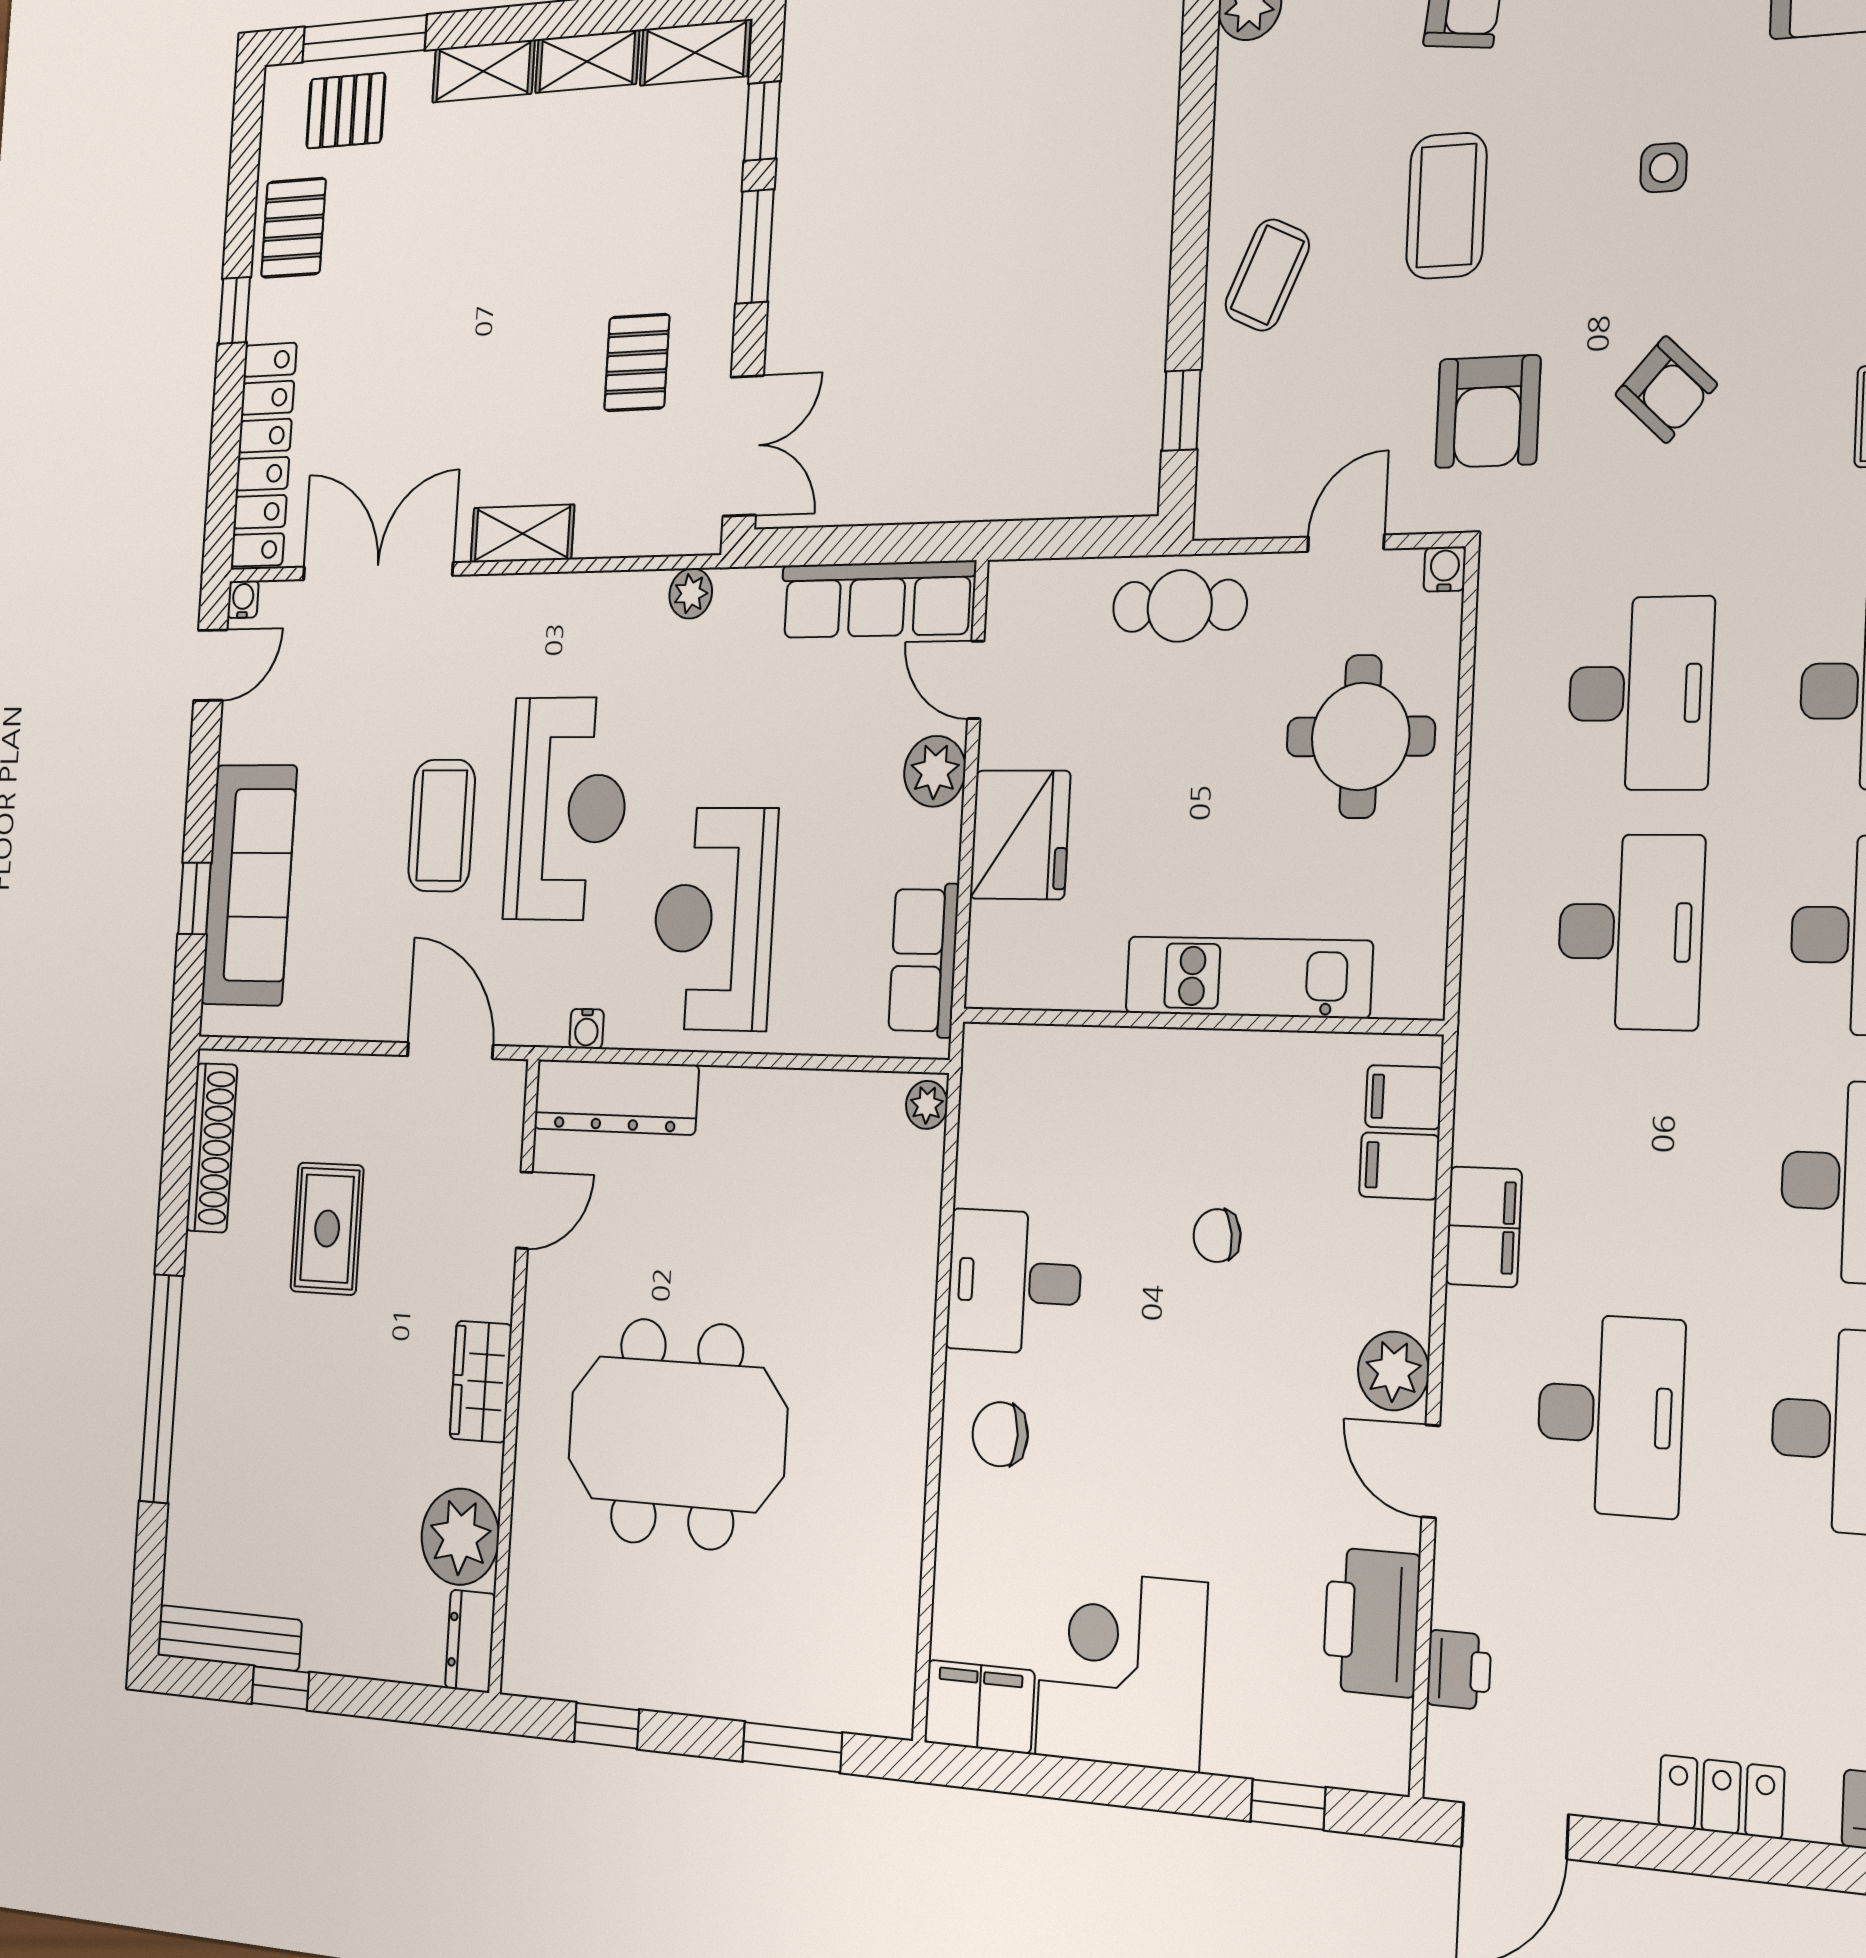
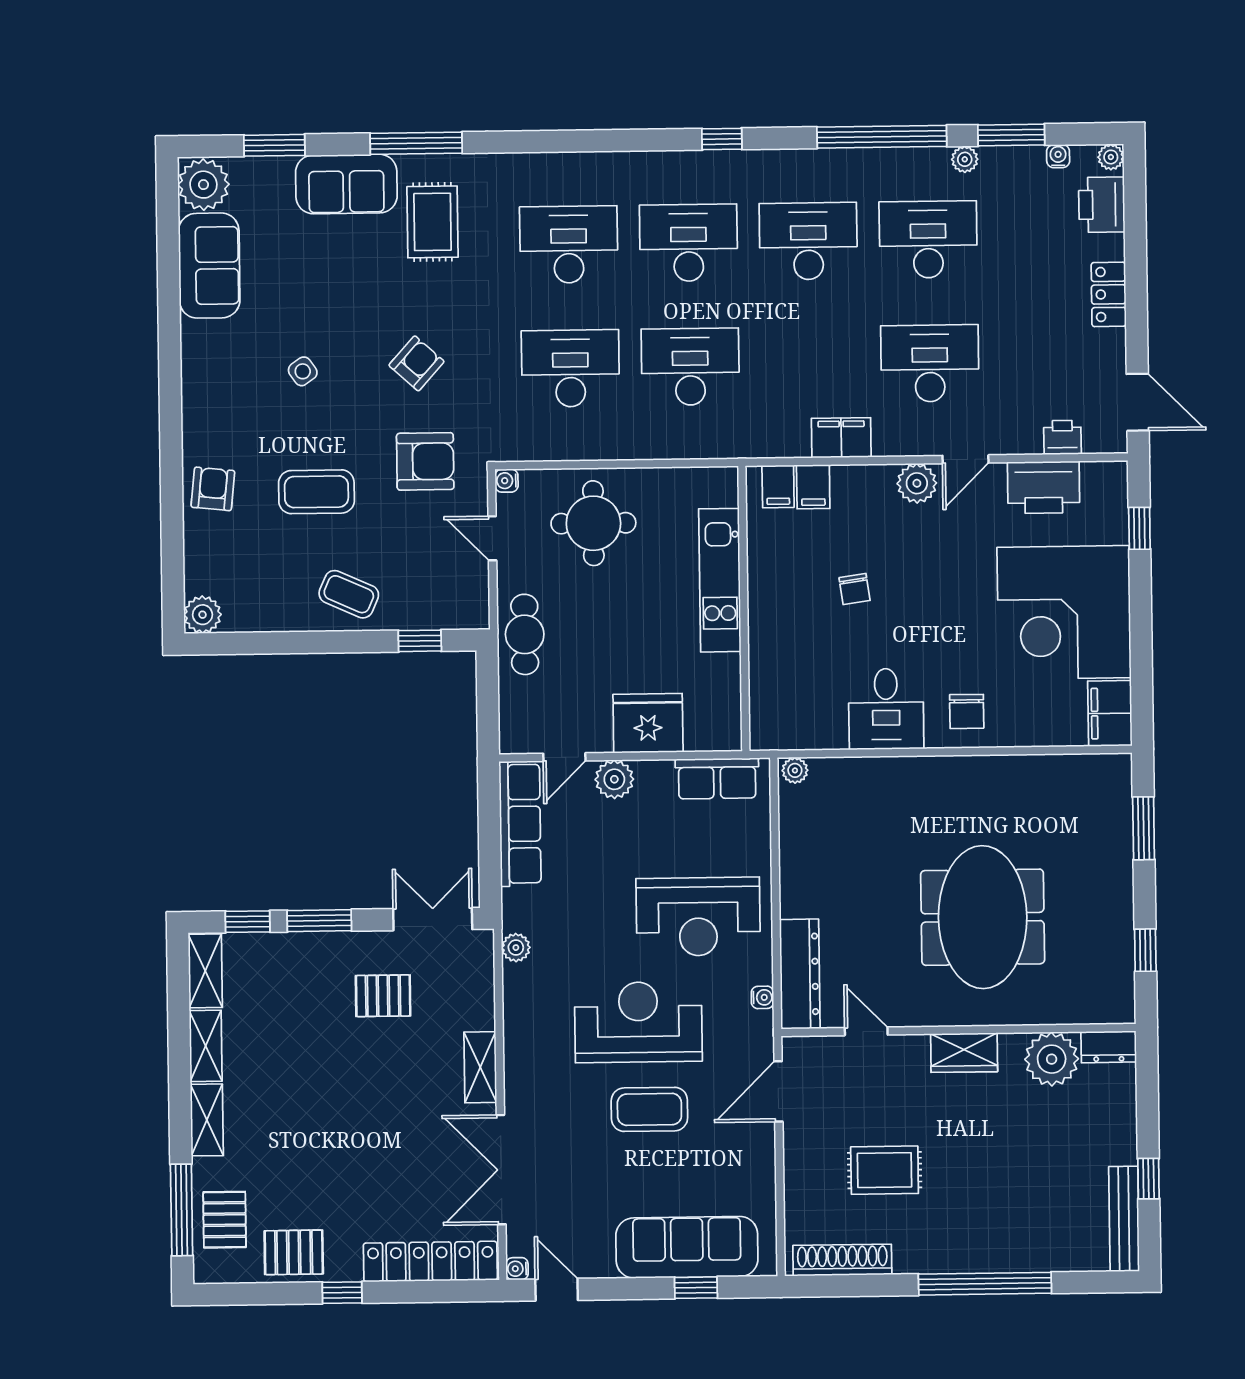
side table: (1664, 168) -> (303, 371), turned -35
corner desk: (1121, 1669) -> (1064, 612), width x1.36, depth x1.36

